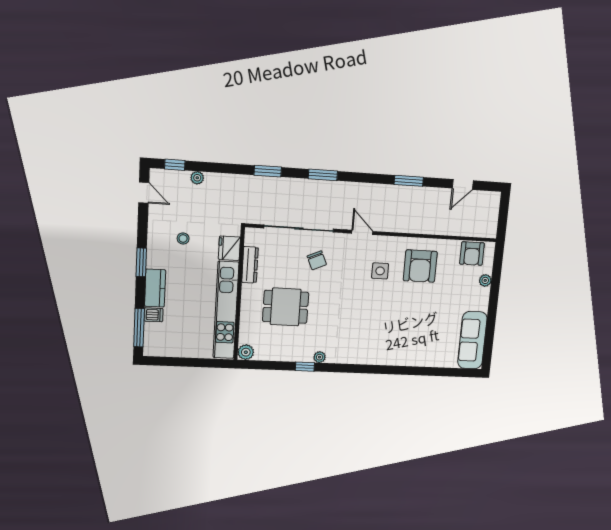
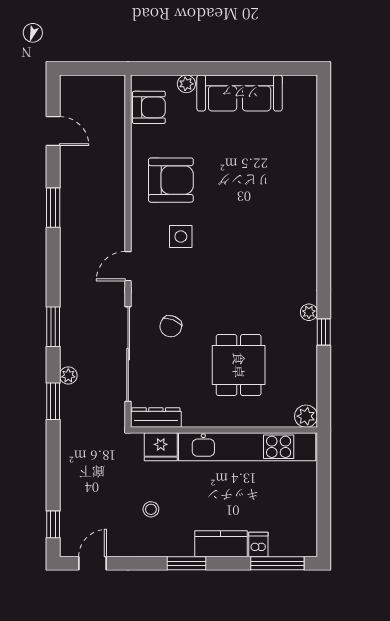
plant: (197, 178) -> (68, 375), moved
chair: (317, 260) -> (171, 326), turned 135
dresser: (250, 265) -> (156, 418), moved
sofa: (472, 340) -> (240, 93), moved

